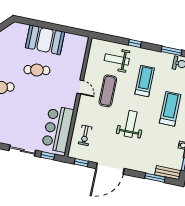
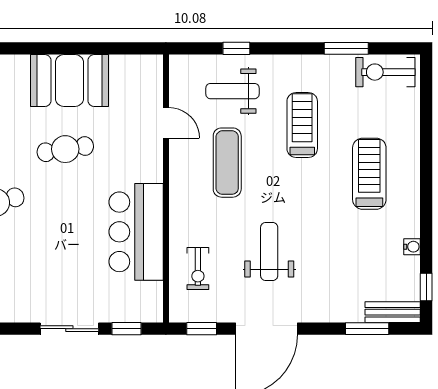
window: (135, 43) -> (236, 48), moved
door: (80, 87) -> (166, 123), moved
weight bench: (131, 124) -> (269, 252), moved
bar counter: (58, 129) -> (136, 232), moved

